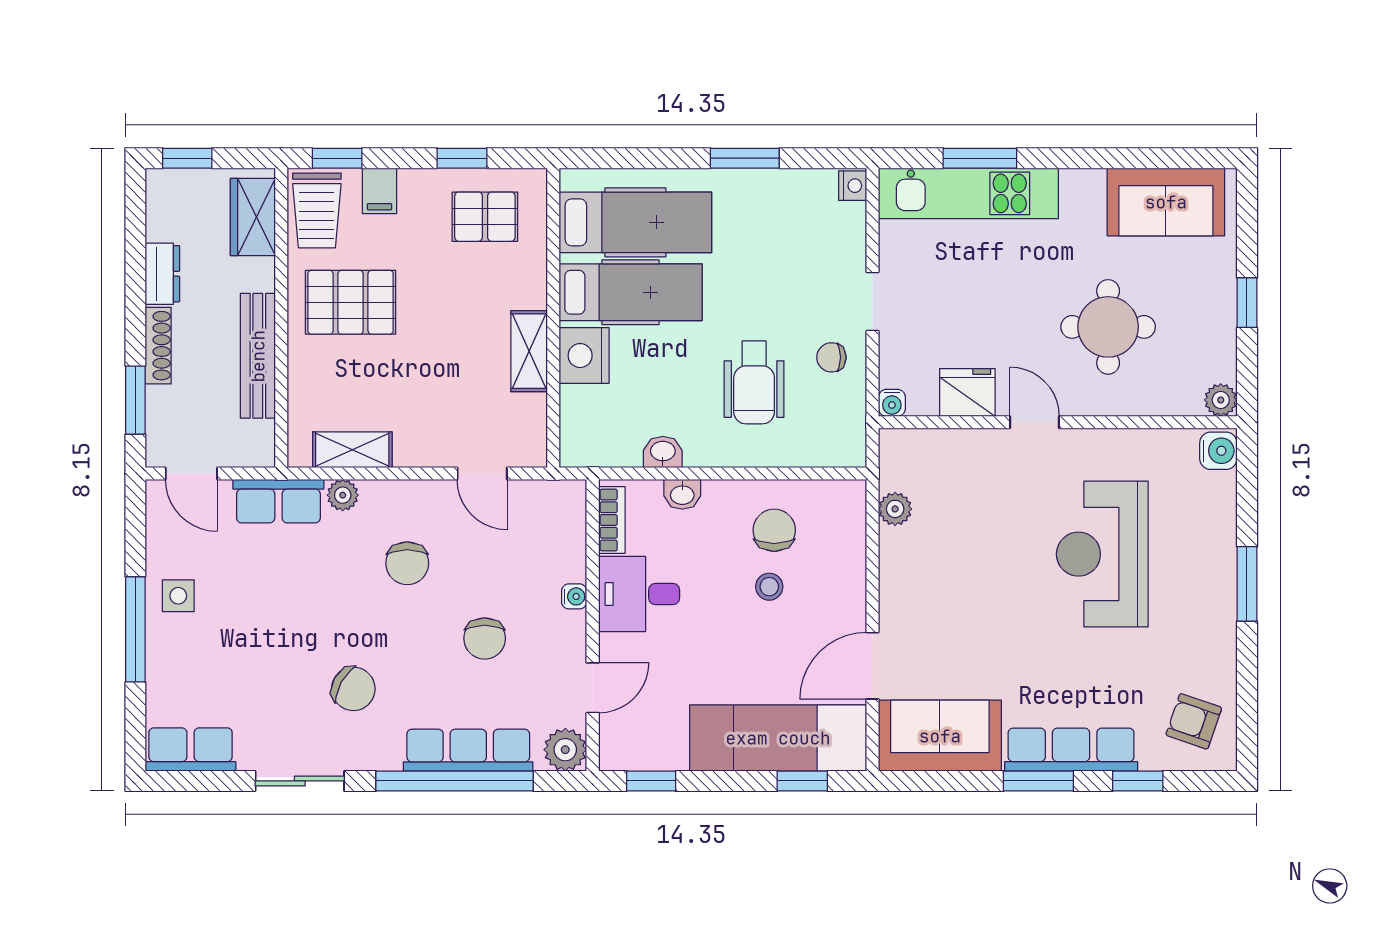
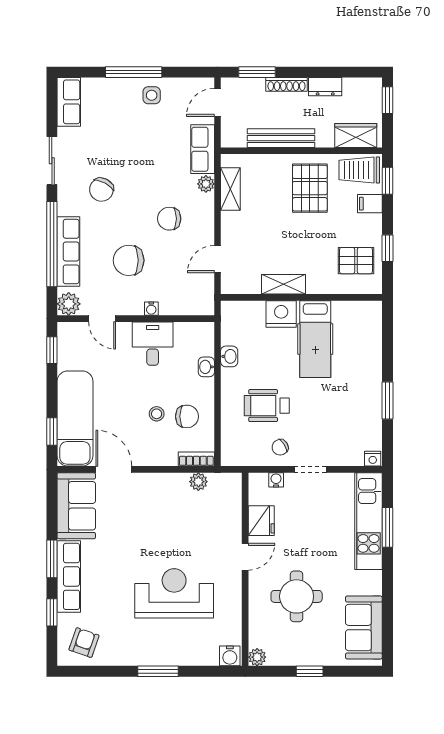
pallet: (485, 217) -> (356, 261), turned 90
hospital bed: (635, 222) -> (353, 342), removed
chair: (831, 357) -> (280, 447), turned -122
water cooler: (892, 403) -> (276, 480), moved, turned 90
bookcase: (612, 520) -> (196, 459), moved, turned 180
chair: (485, 638) -> (129, 260), width x1.37, depth x1.37

